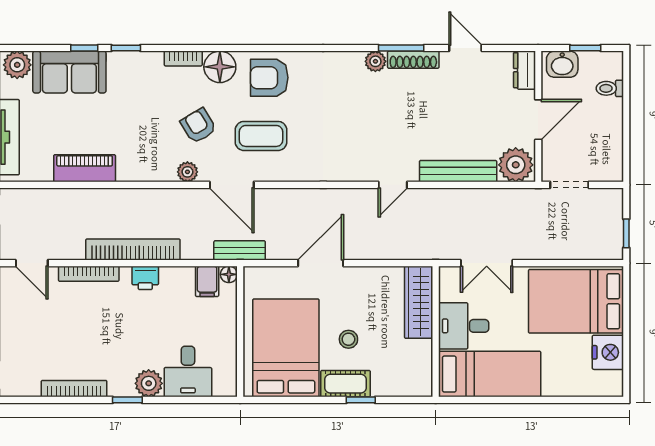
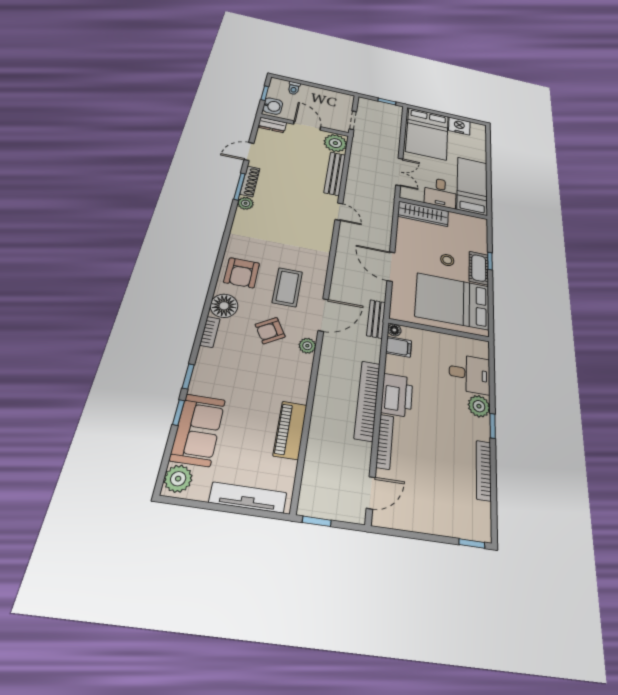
printer: (145, 278) -> (397, 395), width x1.87, depth x1.48

